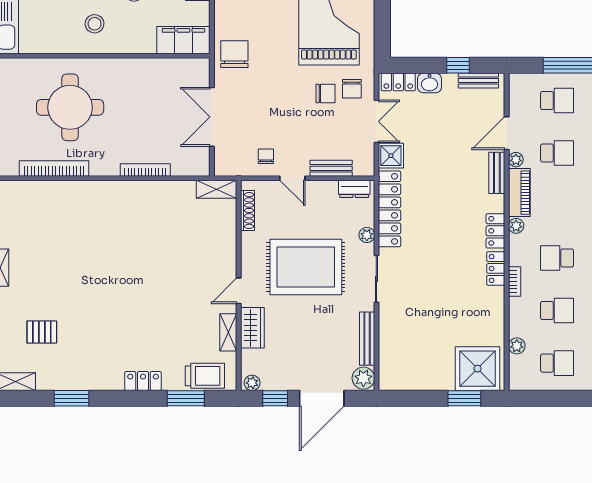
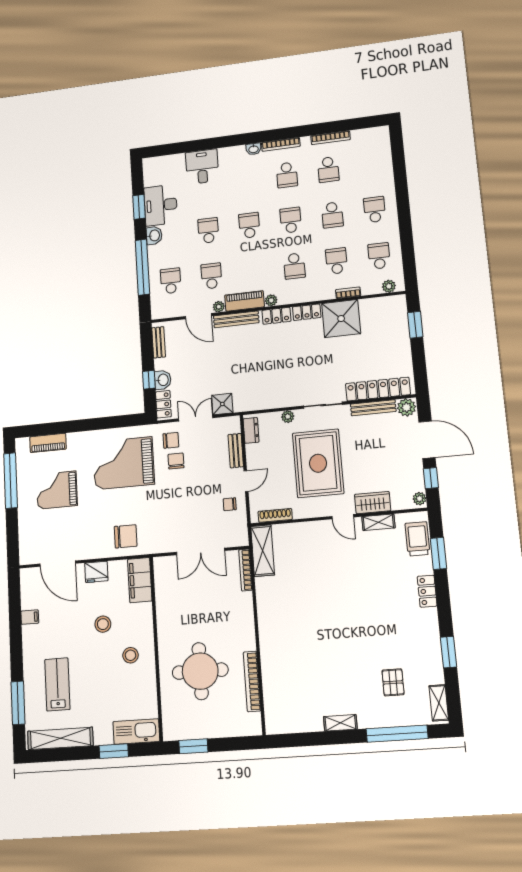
chair: (234, 54) -> (126, 536), moved, turned 180
window: (458, 65) -> (149, 380), moved
bookcase: (145, 170) -> (245, 570), moved
bench: (497, 173) -> (236, 319), width x1.36
shelving: (217, 189) -> (263, 551), width x1.50, depth x1.33
locker: (389, 209) -> (378, 389), moved
bookcase: (515, 282) -> (348, 293), moved
plant: (517, 346) -> (389, 286), moved
shower: (477, 369) -> (341, 319), moved

